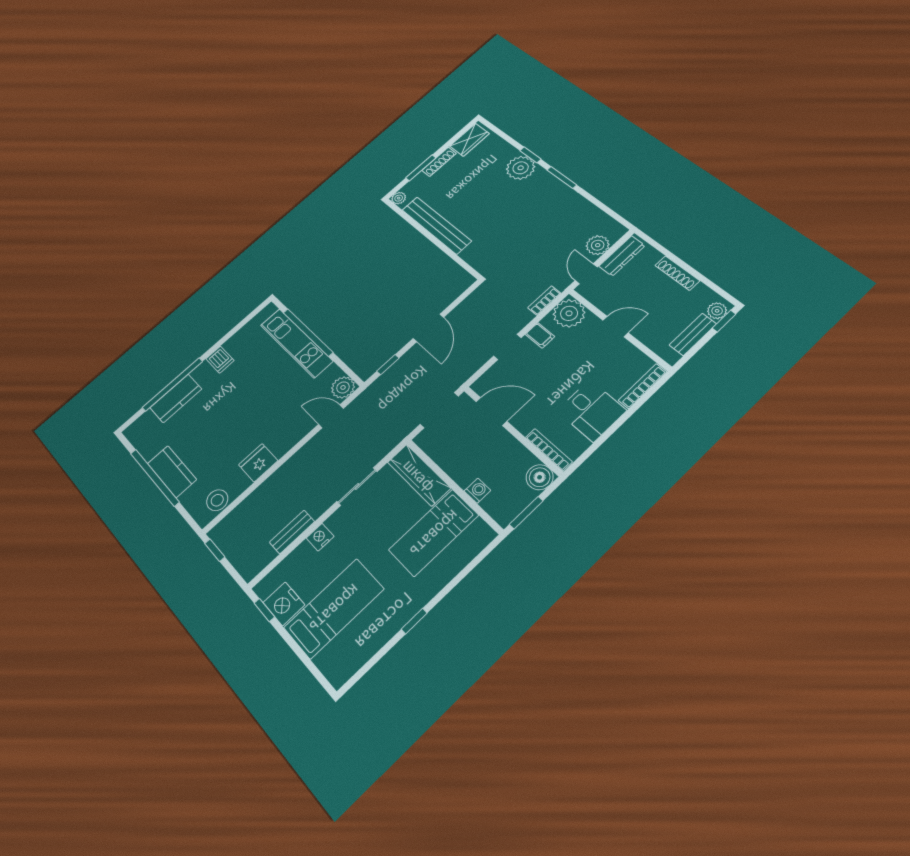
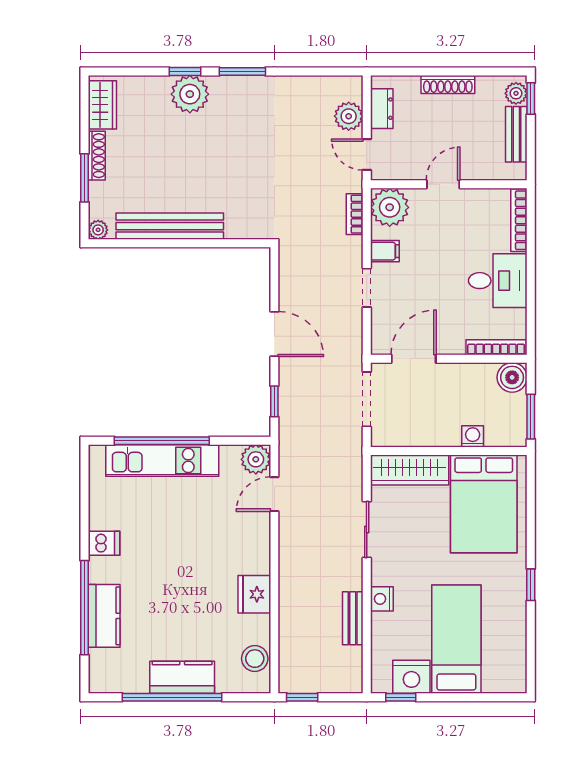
dresser: (622, 256) -> (382, 109), width x0.70
bed: (434, 533) -> (484, 504), width x1.50

